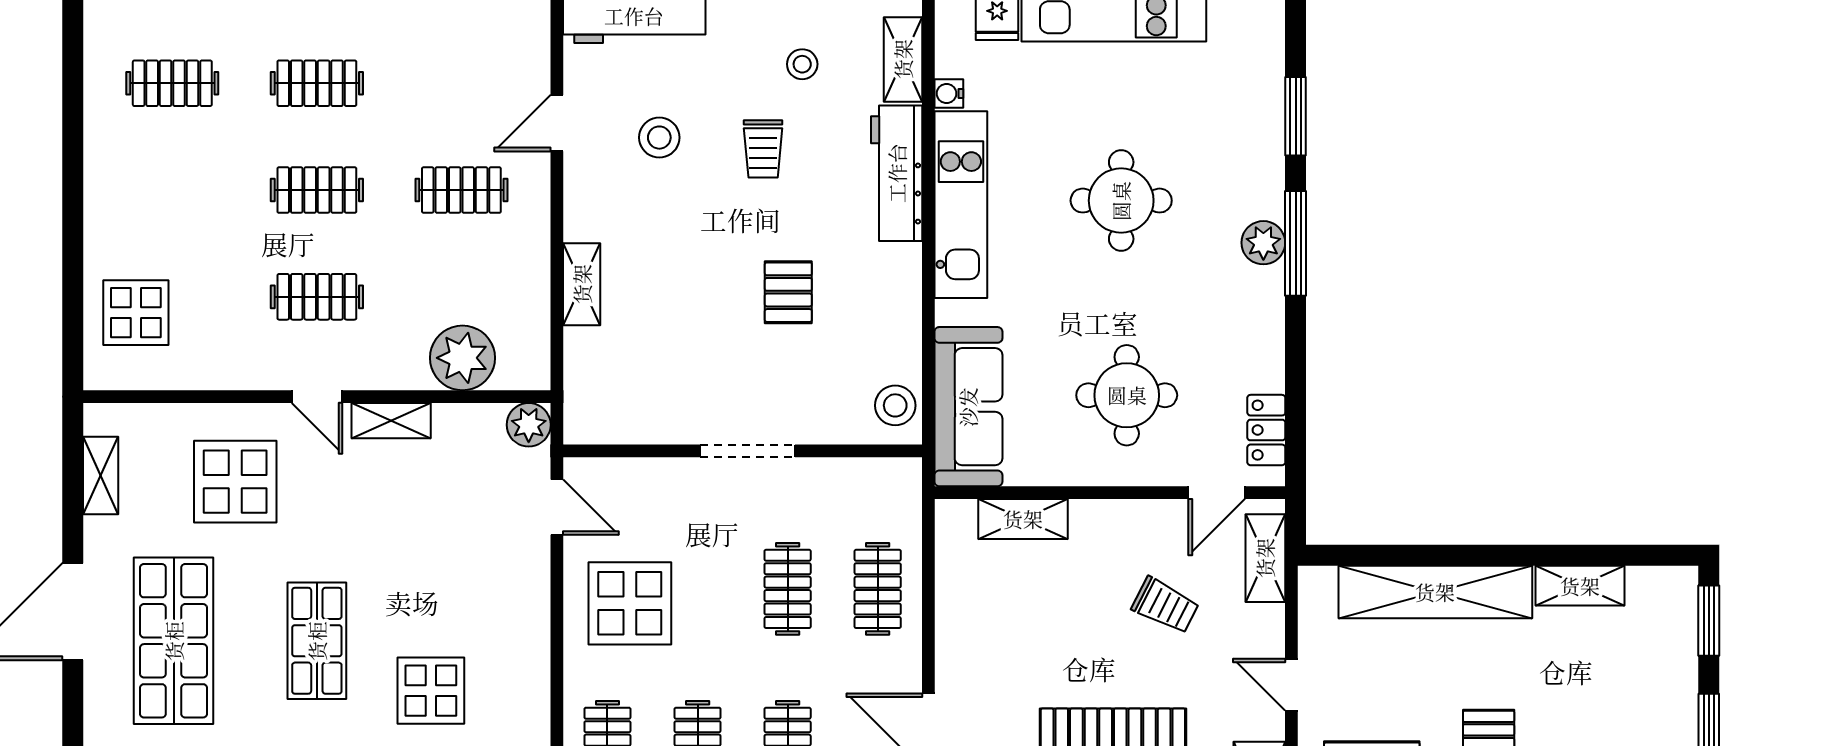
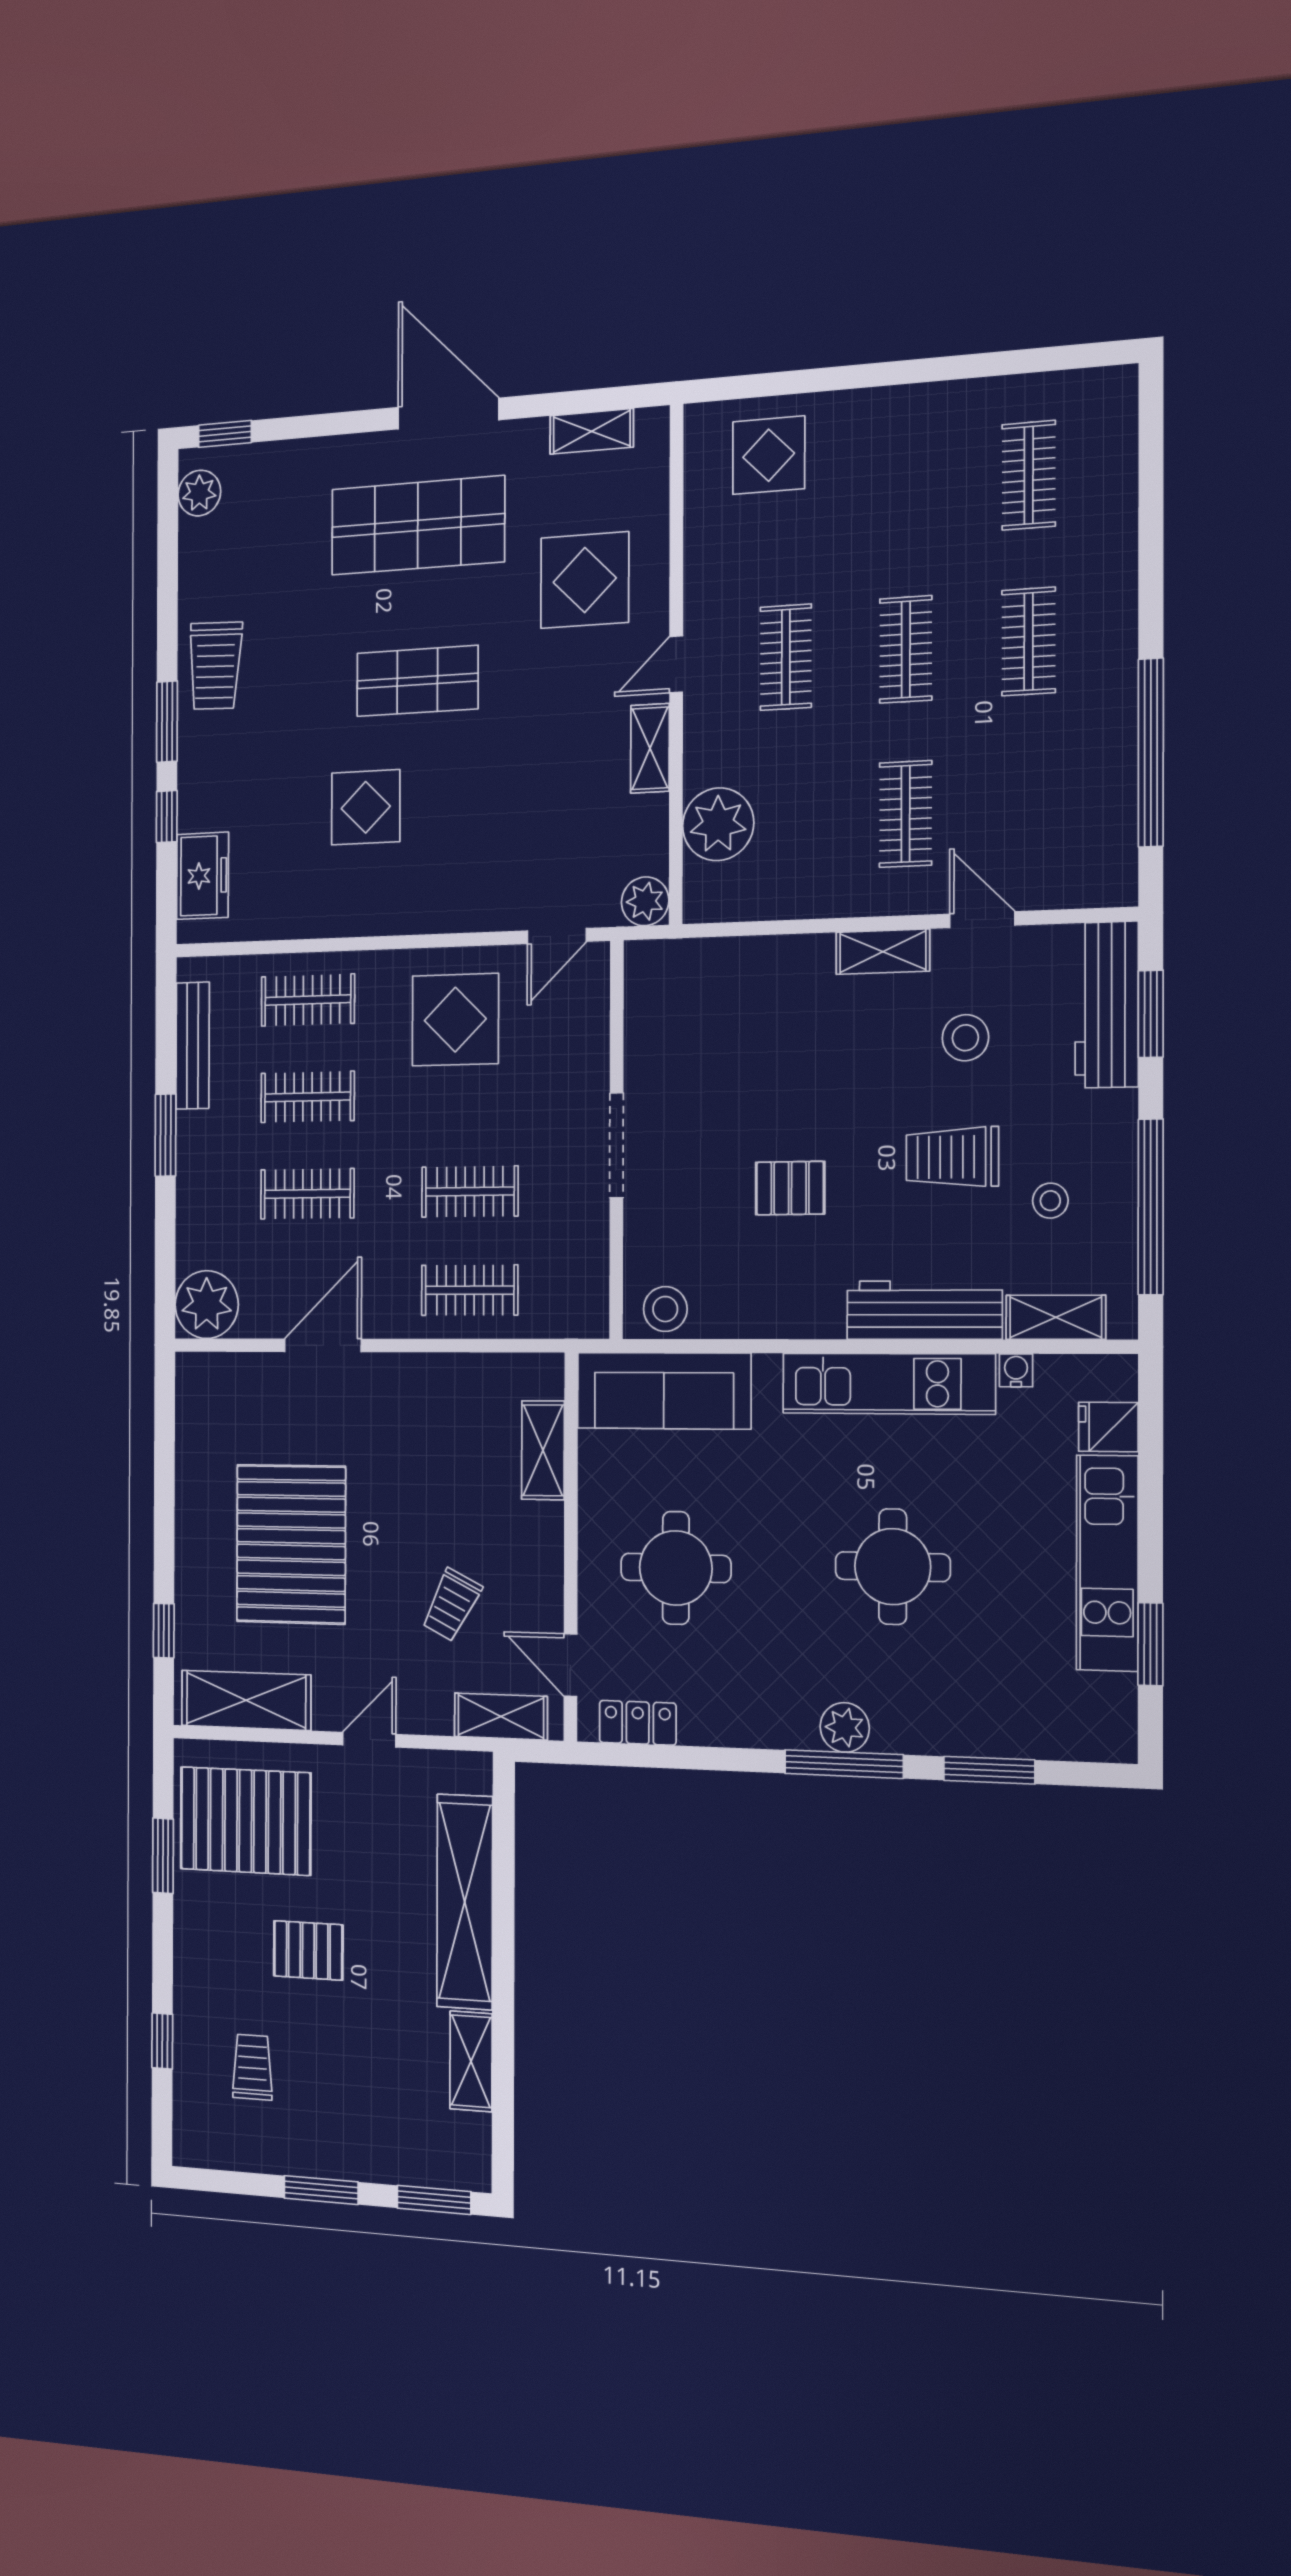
trolley: (763, 149) -> (952, 1157), width x1.36, depth x1.39
shelving: (582, 284) -> (883, 952), moved

